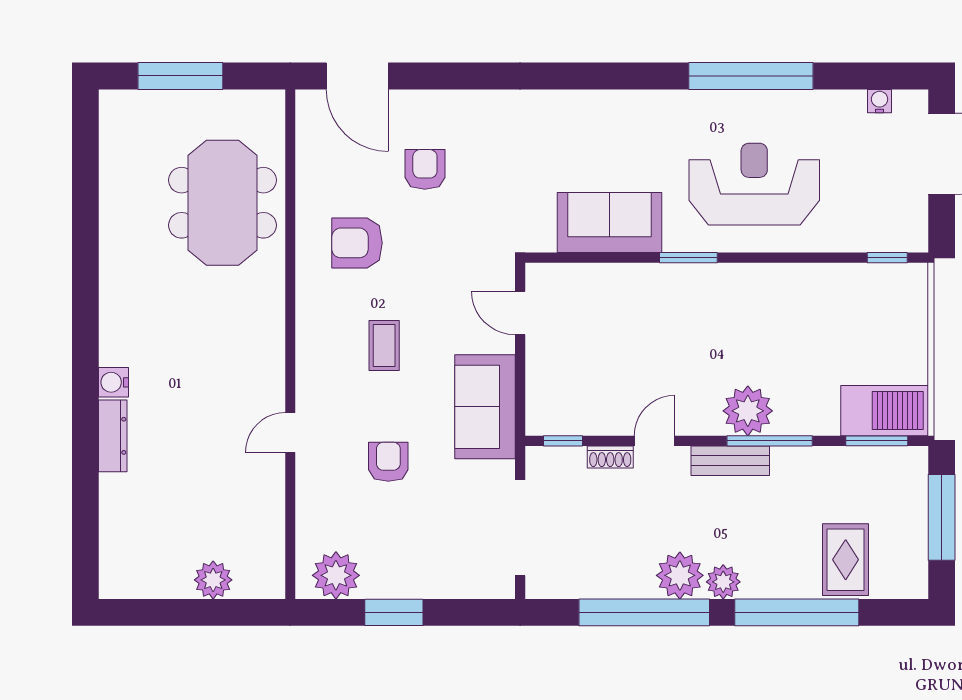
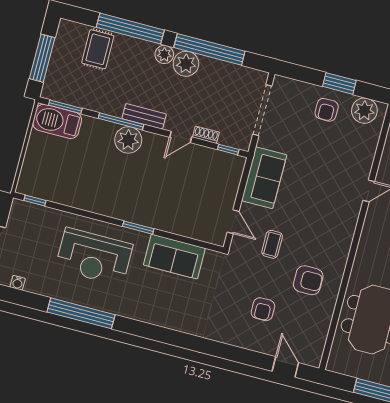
door: (357, 76) -> (285, 367), width x0.73
coffee table: (384, 346) -> (272, 244), moved
armchair: (388, 462) -> (327, 110), moved

